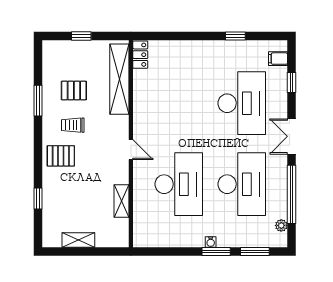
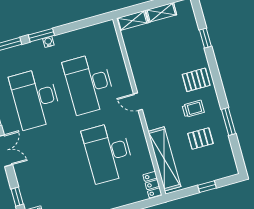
desk: (242, 103) -> (108, 152), moved
shelving: (122, 201) -> (132, 20), moved, turned 90

